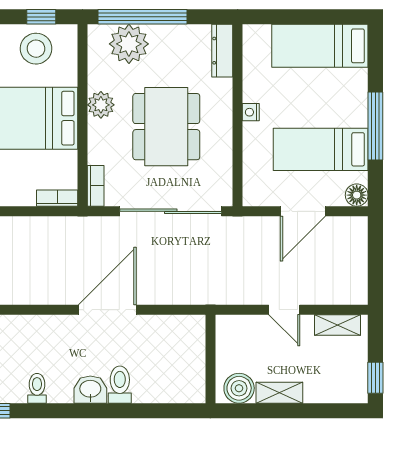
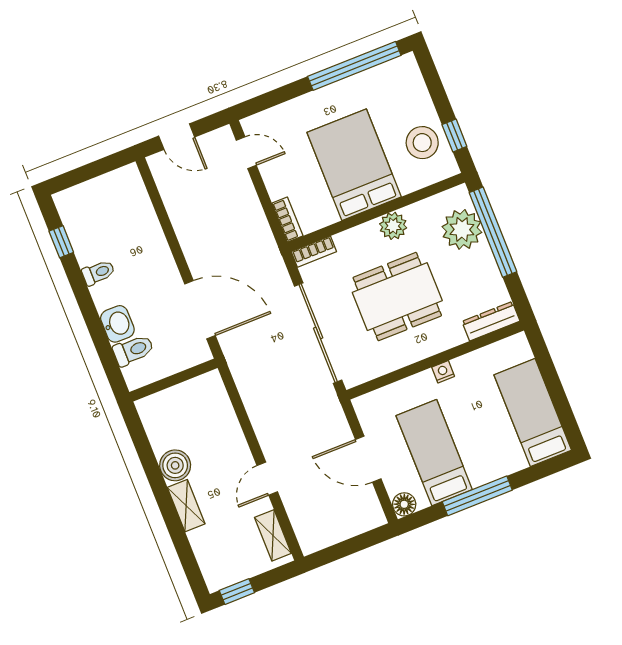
wall: (210, 359) -> (174, 380), moved

